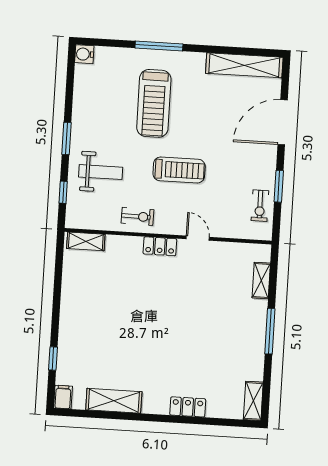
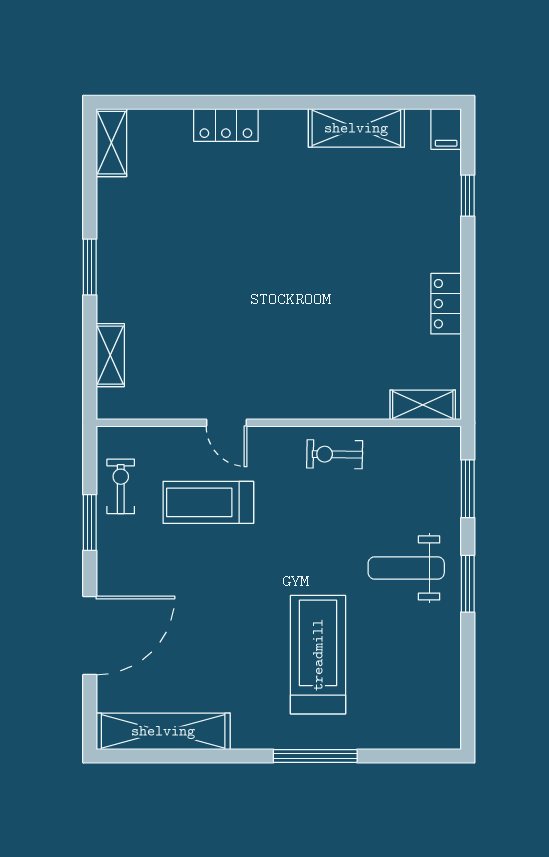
water cooler: (84, 54) -> (445, 734), removed
treadmill: (179, 170) -> (208, 502), moved
weight bench: (101, 172) -> (406, 568), moved
window: (63, 192) -> (468, 489), width x1.50
locker: (160, 246) -> (446, 304), moved, turned -90
window: (270, 331) -> (90, 267), width x0.69

